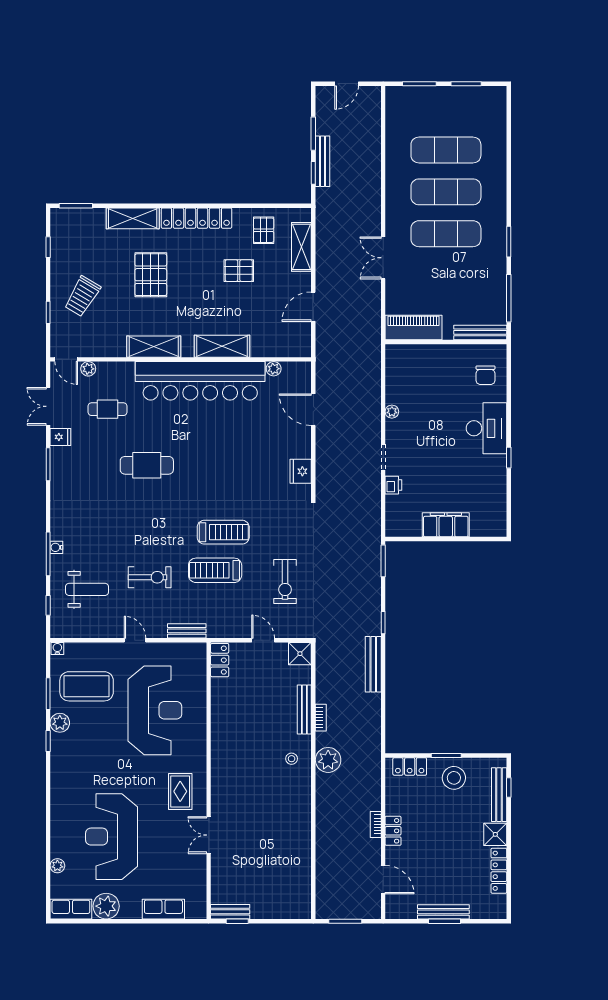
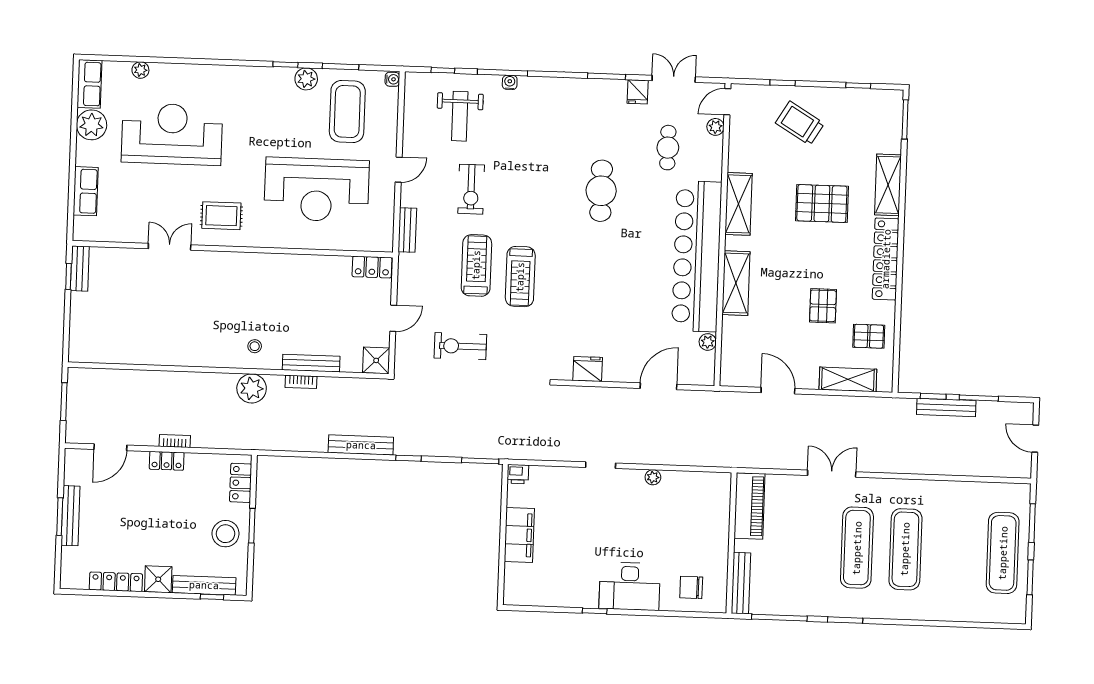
exercise mat: (446, 150) -> (1003, 553), moved
printer: (393, 485) -> (518, 474), moved

